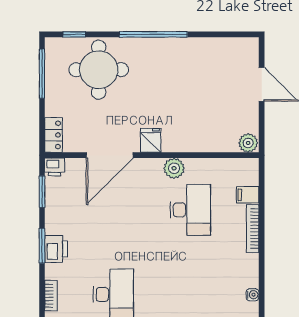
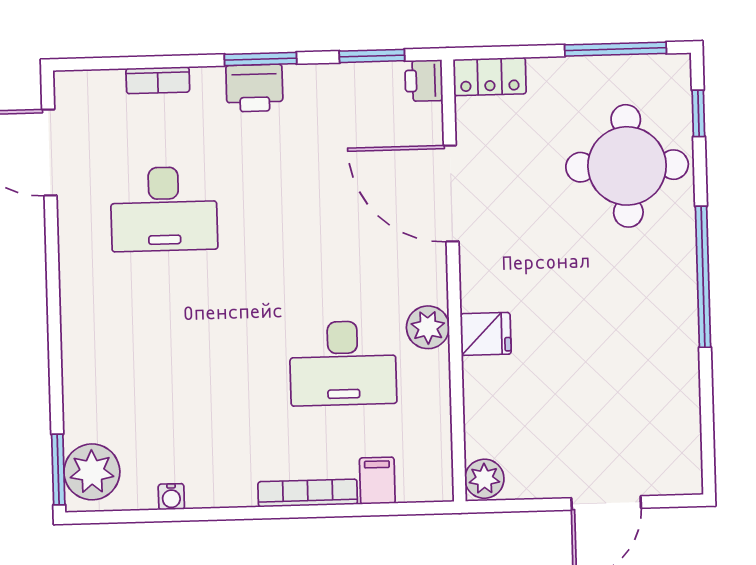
fridge: (151, 140) -> (486, 334), moved

